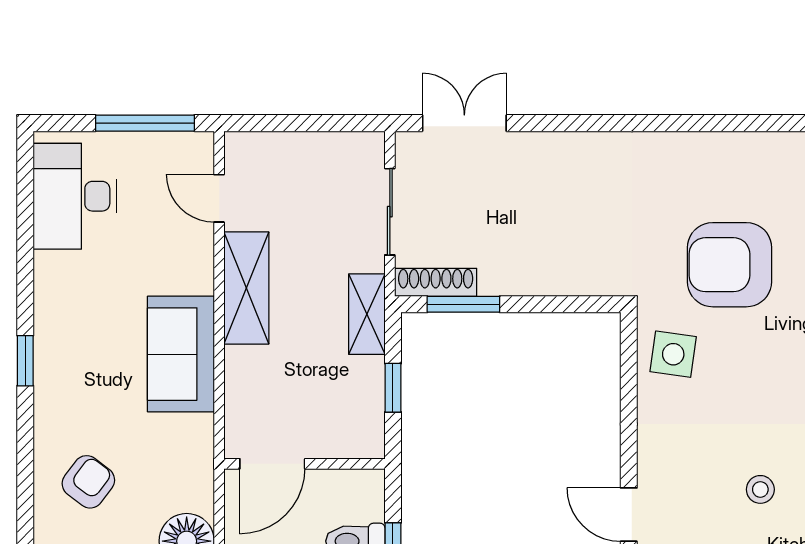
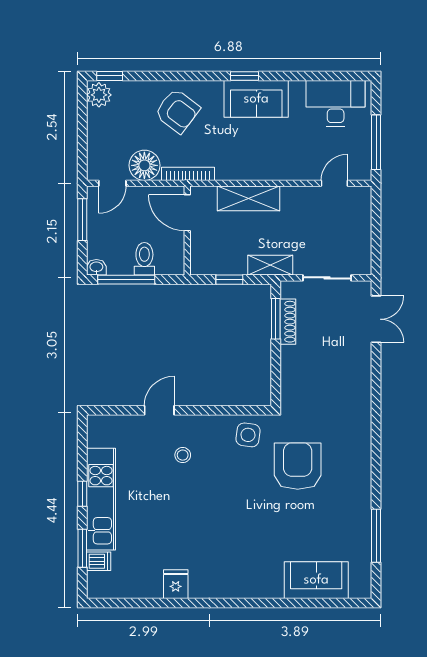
shoe rack: (436, 282) -> (288, 322), moved
shelving: (246, 288) -> (249, 198), moved
sofa: (181, 354) -> (256, 99), moved, turned 180
bookcase: (202, 463) -> (188, 174), added
armchair: (88, 482) -> (177, 111), width x1.38, depth x1.38
stool: (760, 489) -> (183, 455), moved

